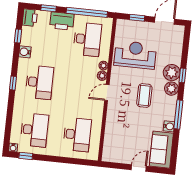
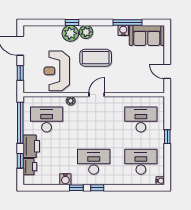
printer: (30, 18) -> (30, 167), moved, turned 90
window: (18, 36) -> (76, 188), moved
plant: (102, 76) -> (81, 101), removed
door: (107, 92) -> (97, 95), swing flipped
coffee table: (144, 95) -> (96, 58), width x1.36, depth x1.32
window: (178, 115) -> (127, 22), moved
window: (26, 156) -> (167, 137), moved
door: (139, 168) -> (167, 71), moved

